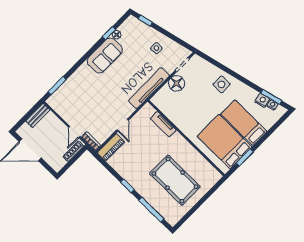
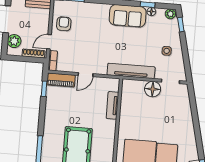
plant: (131, 22) -> (170, 14), added
side table: (222, 84) -> (181, 124), removed
armchair: (70, 109) -> (64, 24), added
plant: (51, 158) -> (14, 41), added
window: (127, 186) -> (44, 89), moved

